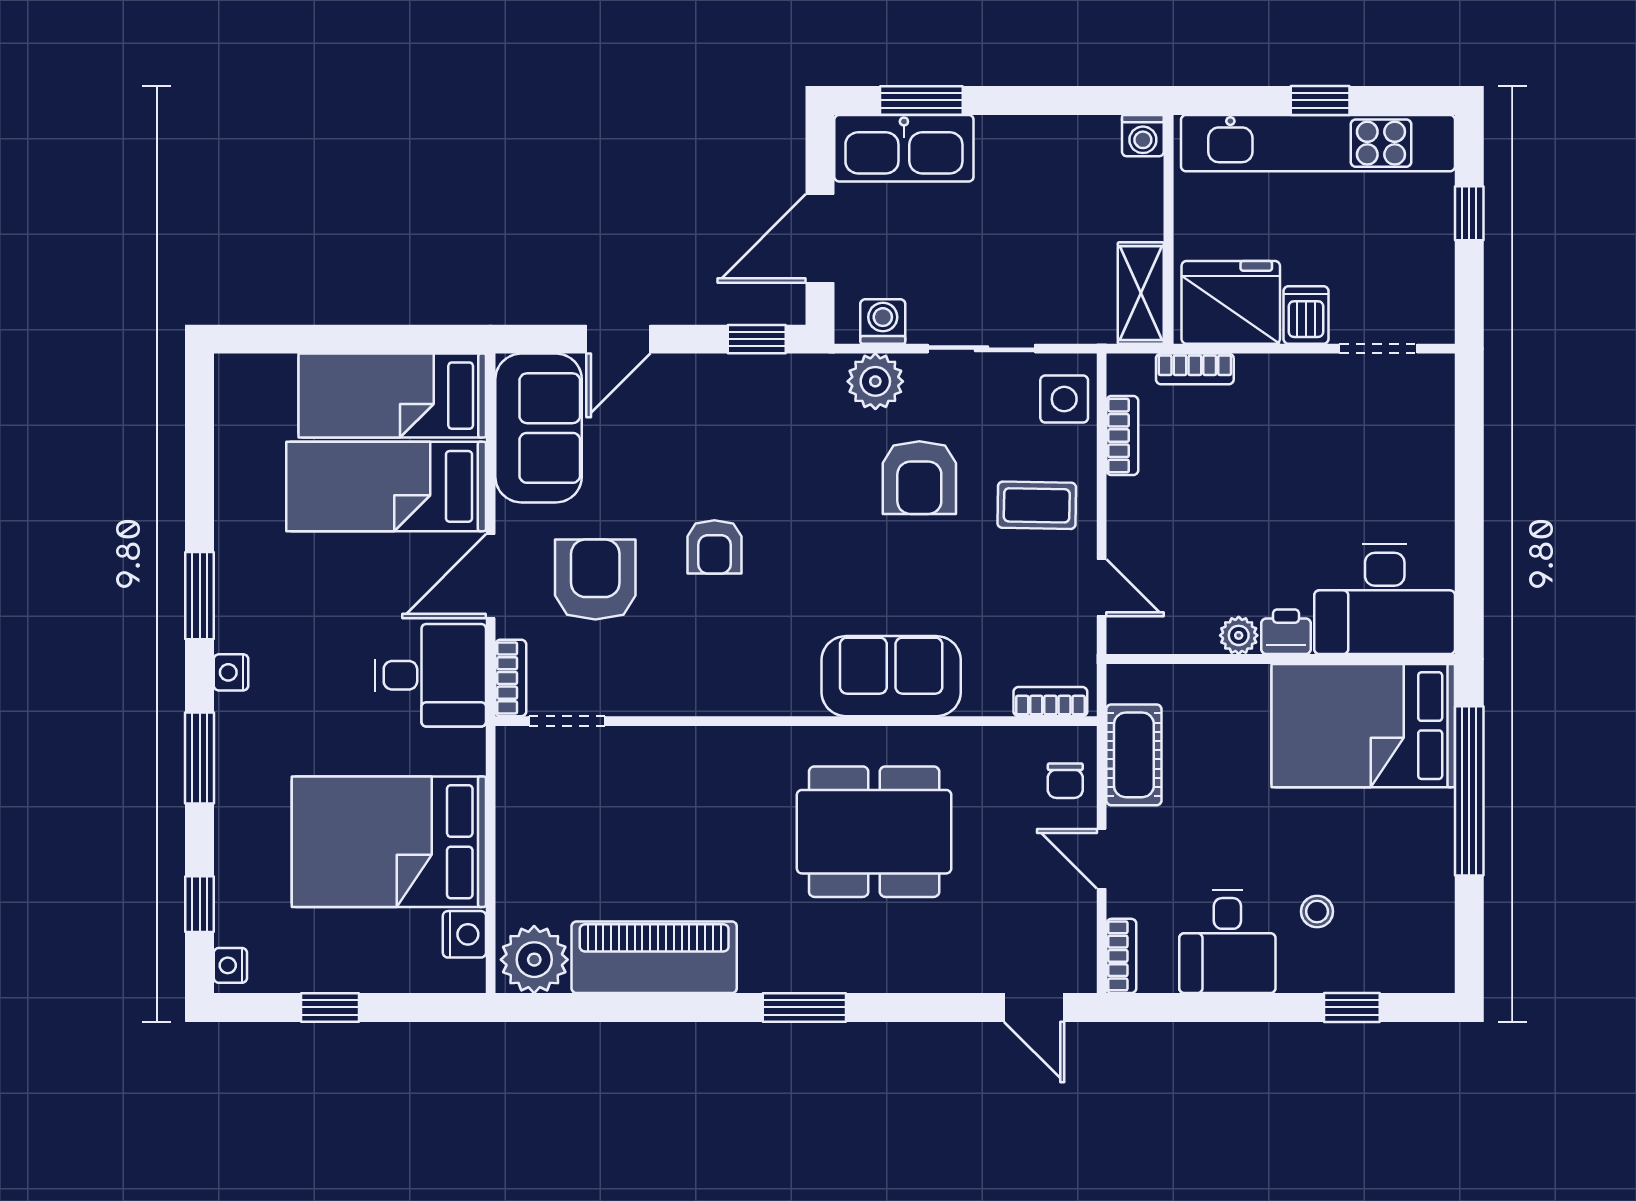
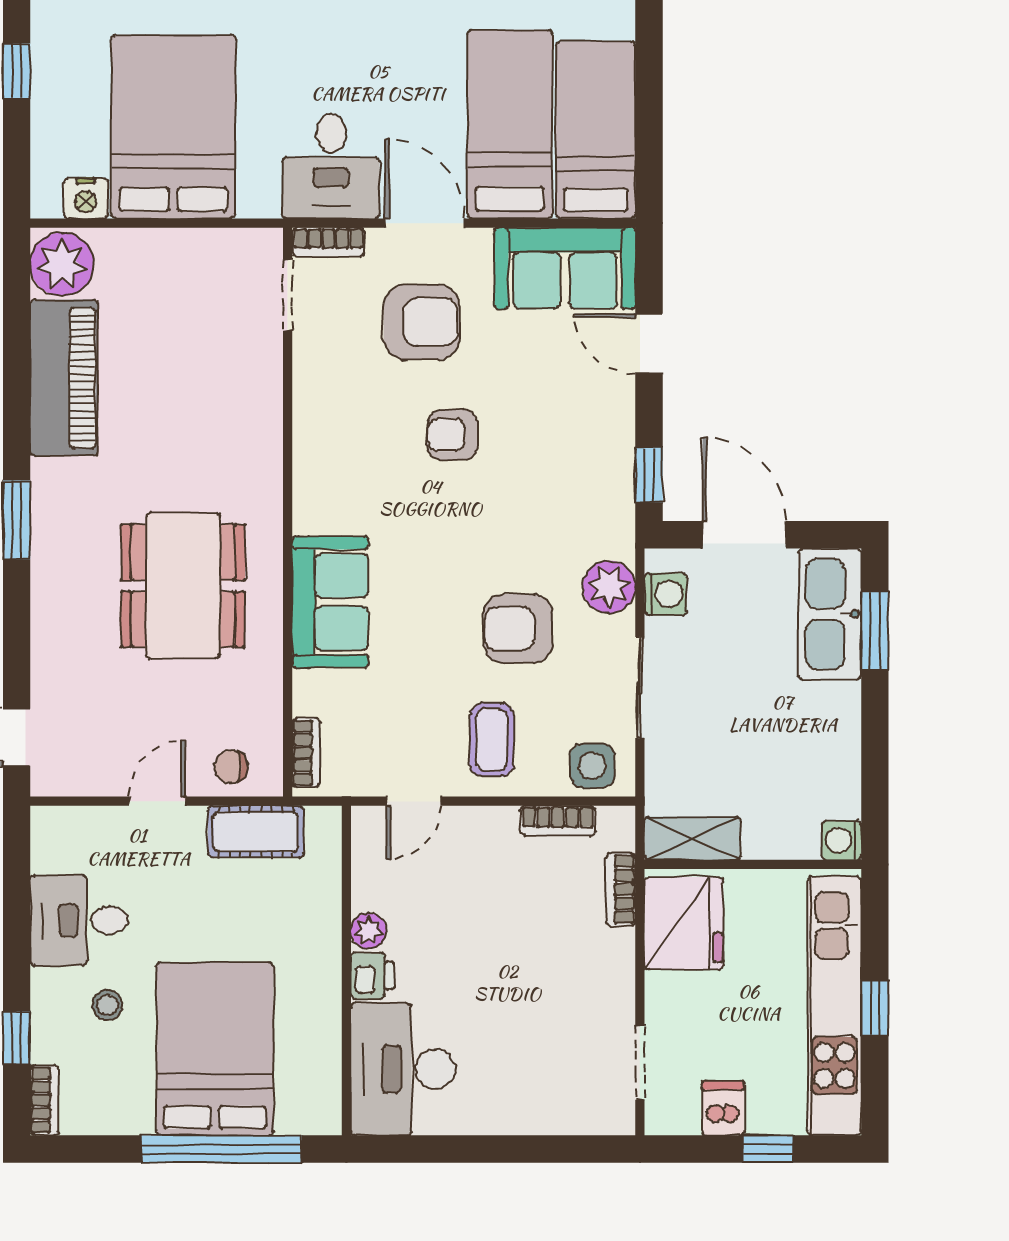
dishwasher: (1306, 315) -> (723, 1108), moved, turned -90
bed: (1363, 726) -> (215, 1049), moved
bookcase: (1121, 956) -> (44, 1100), moved, turned -90

